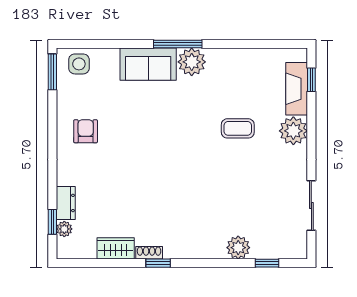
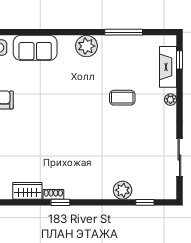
window: (178, 44) -> (124, 32), moved
sofa: (148, 64) -> (35, 48), moved
plant: (293, 131) -> (170, 100), width x0.53, depth x0.53

